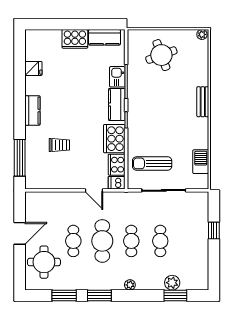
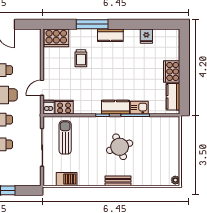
round table: (161, 55) -> (120, 147), moved
cooker: (114, 139) -> (56, 38), moved, turned 180
window: (20, 158) -> (92, 24), moved

